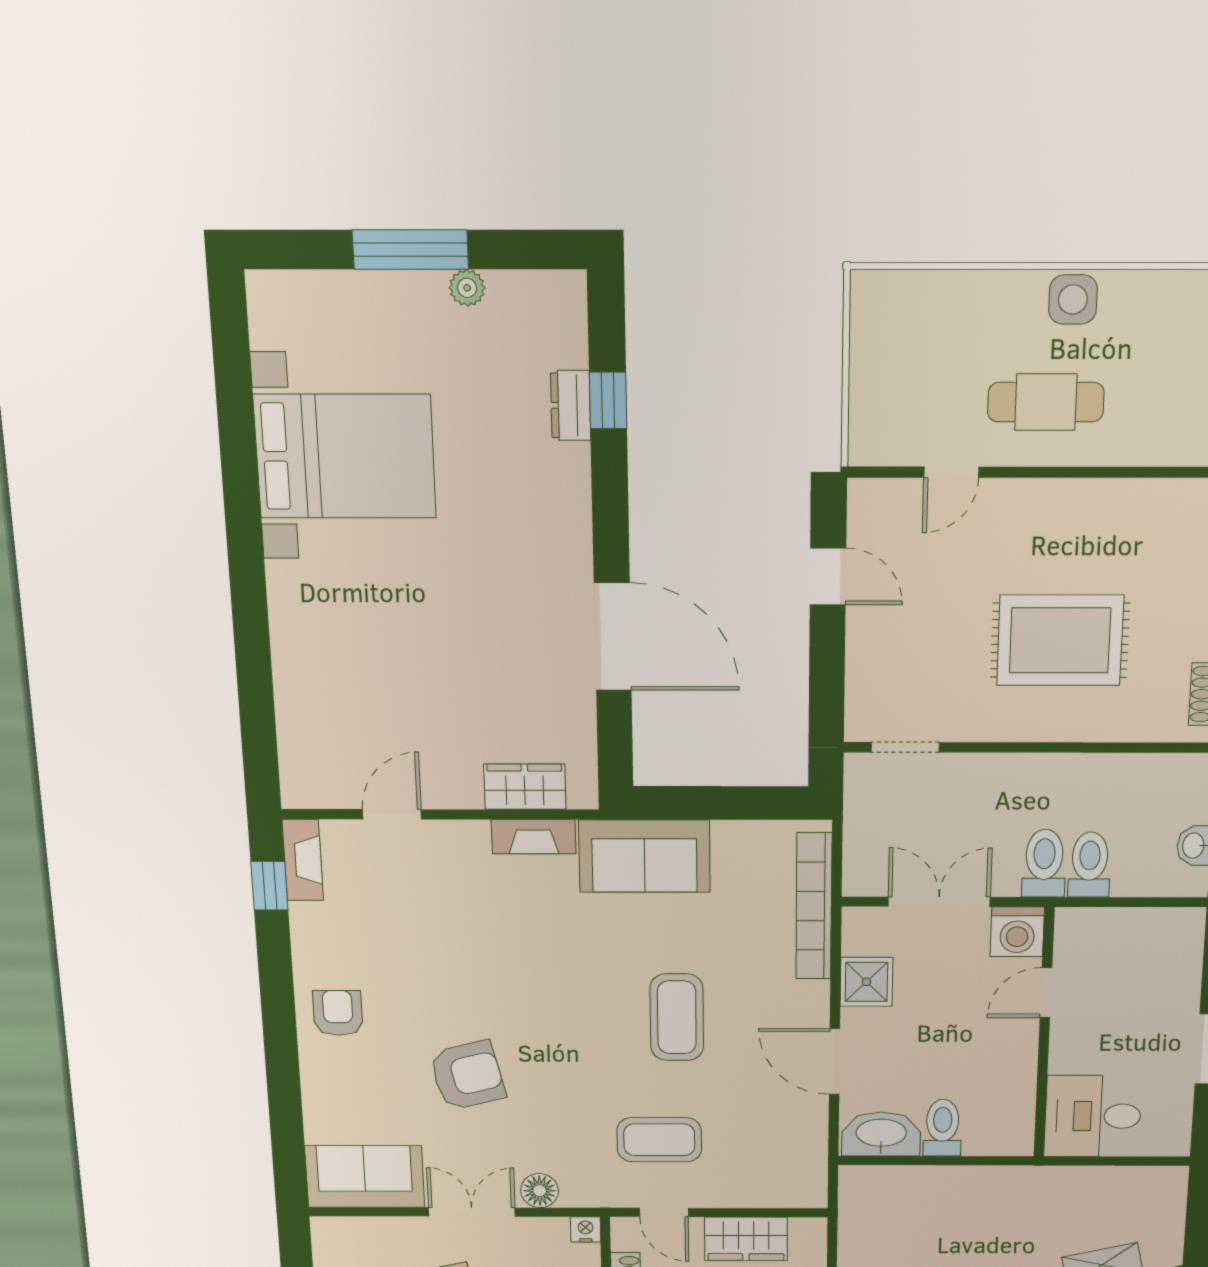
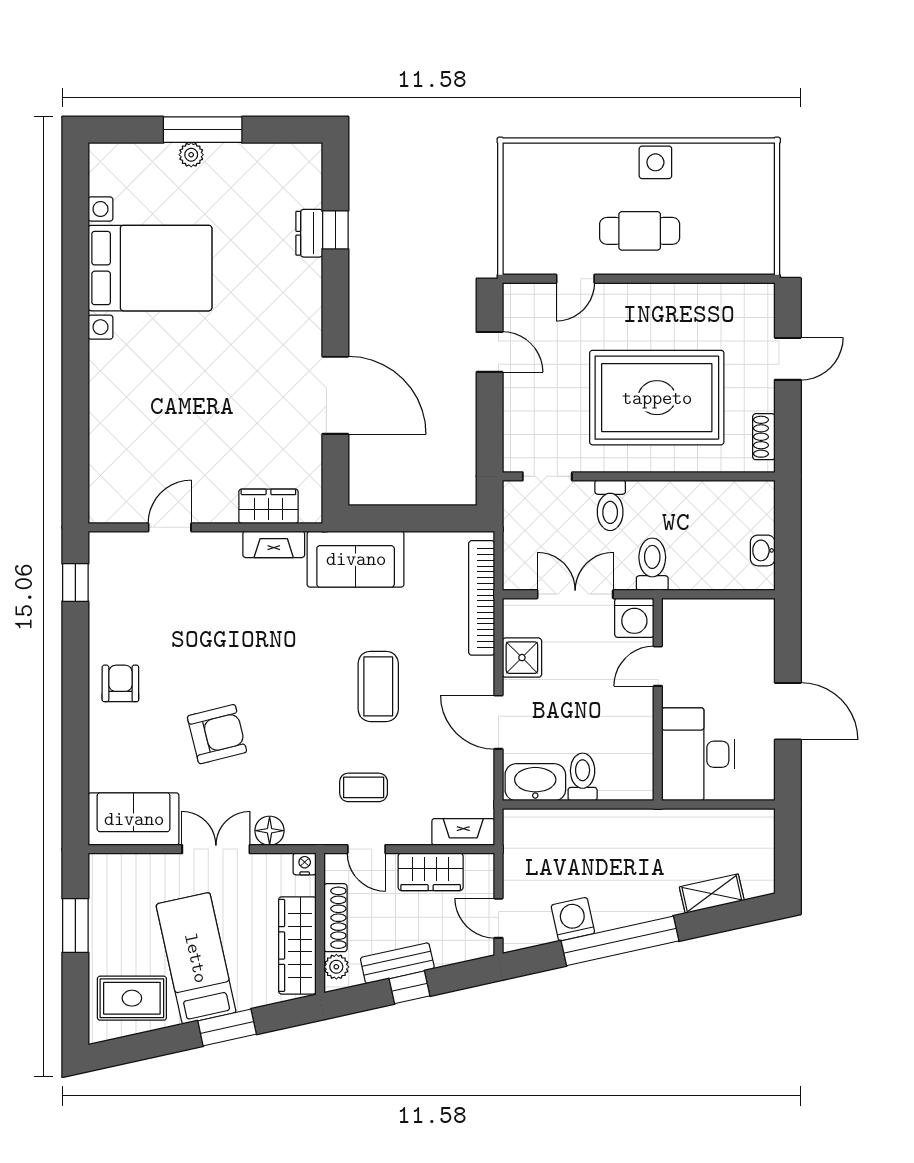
plant: (467, 288) -> (191, 155), moved
rug: (1060, 640) -> (657, 398), width x1.37, depth x1.44
fireplace: (303, 860) -> (463, 832), moved, turned -90
toilet: (1090, 865) -> (610, 505), moved, turned 180
desk: (1093, 1116) -> (698, 754), width x1.37
coffee table: (659, 1140) -> (364, 787), width x0.73, depth x0.77

